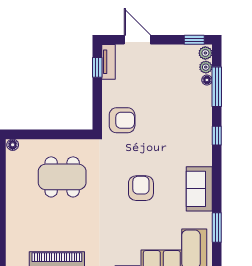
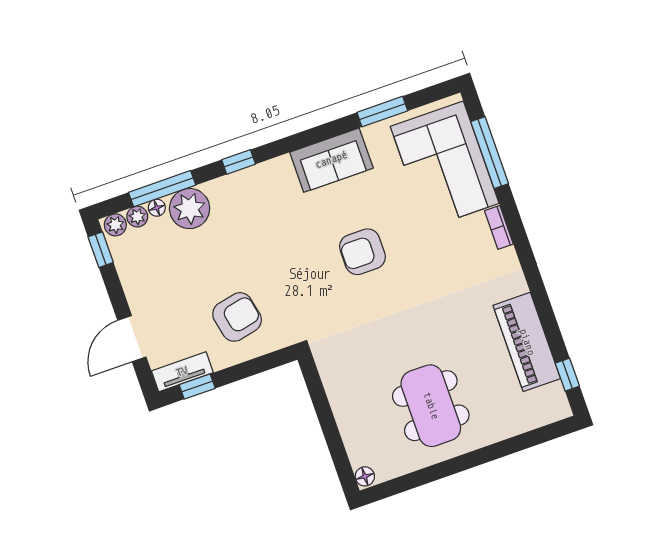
plant: (200, 98) -> (190, 209), added
armchair: (122, 120) -> (237, 317), moved, turned 78
dining table: (62, 177) -> (431, 406), moved

